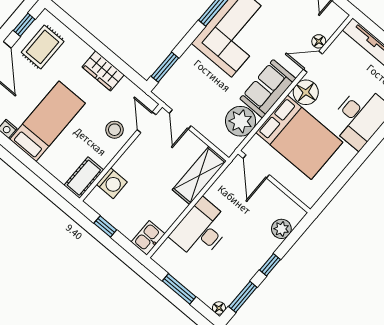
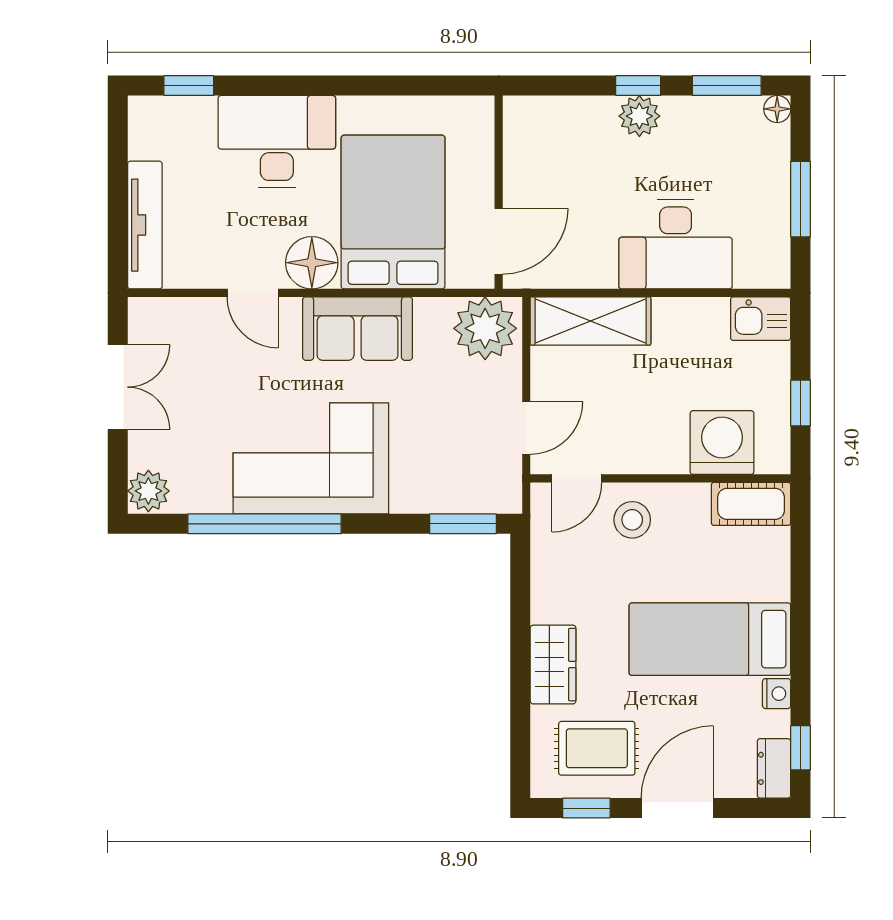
floor lamp: (319, 41) -> (212, 311), removed
wardrobe: (103, 71) -> (553, 665), moved
plant: (241, 121) -> (485, 328), moved
washing machine: (112, 183) -> (722, 443), width x1.37, depth x1.37
plant: (281, 229) -> (639, 116), moved

